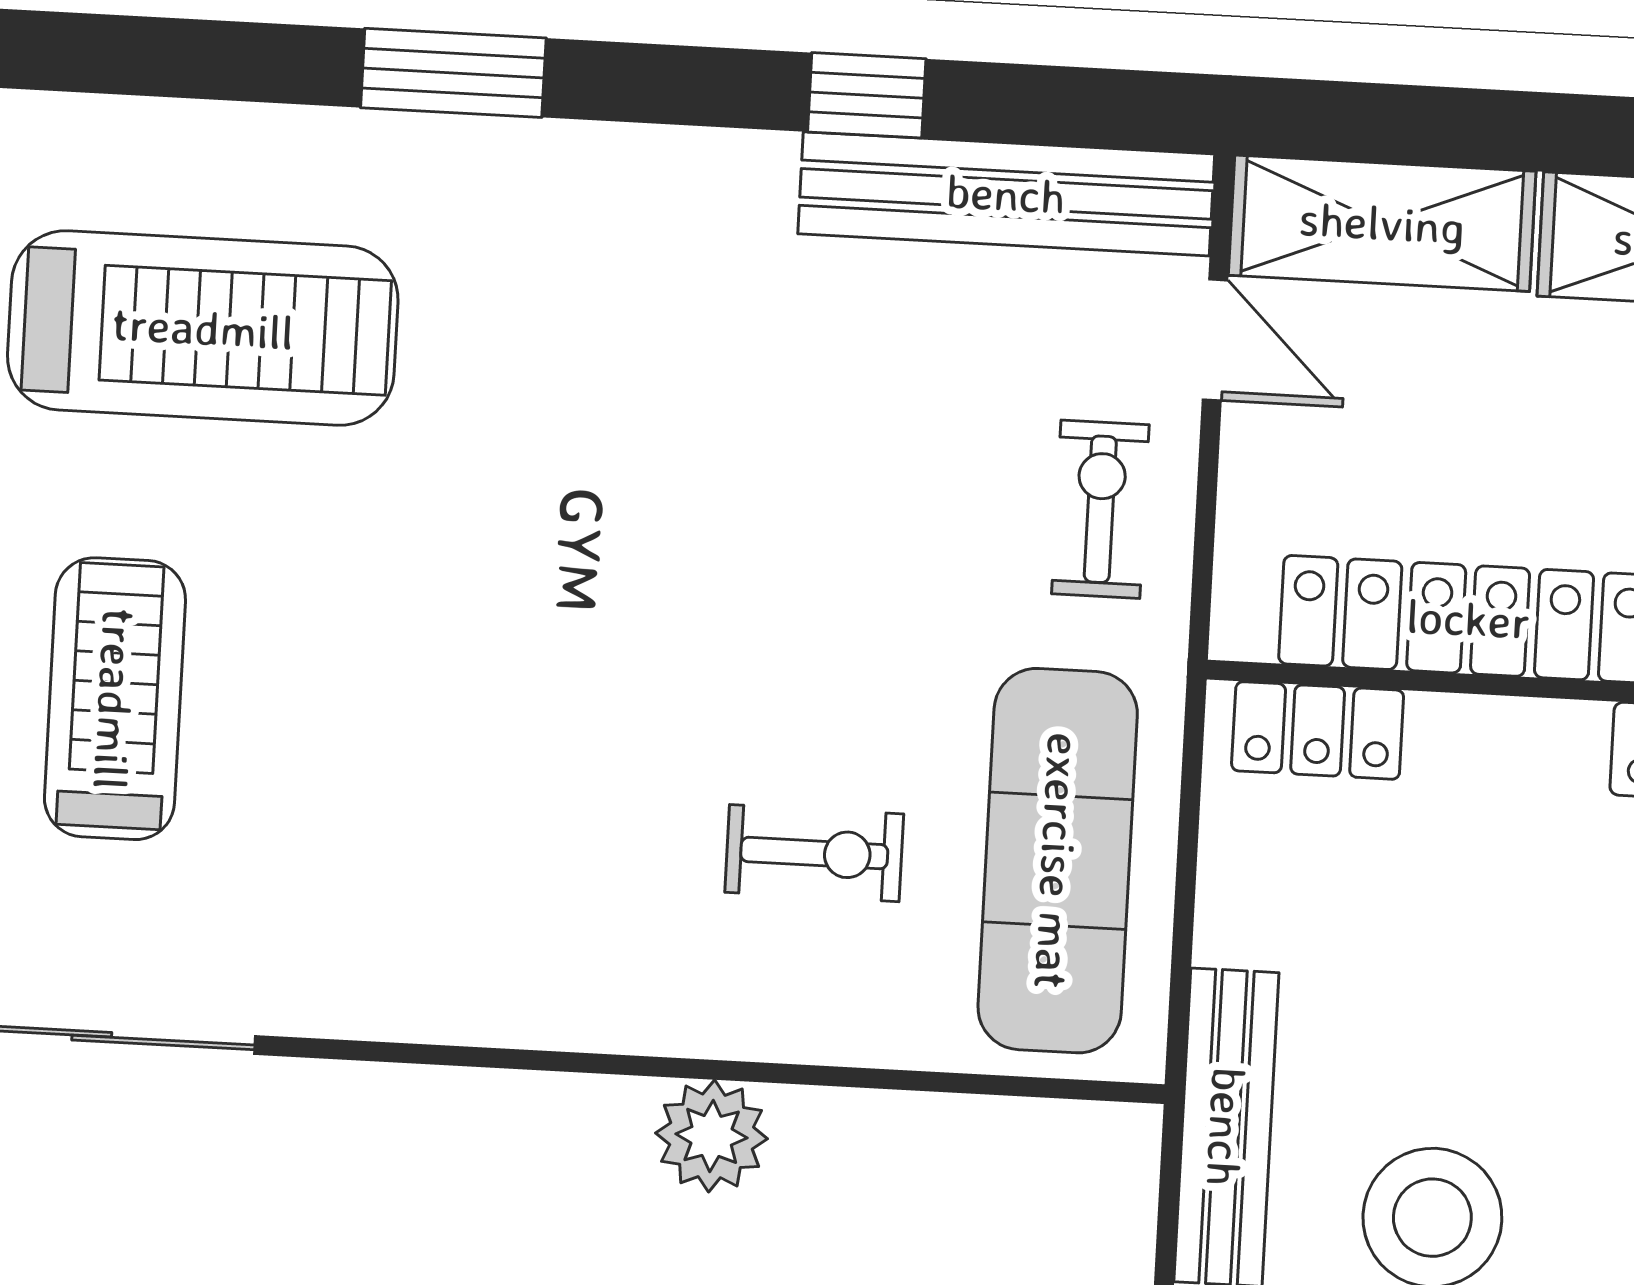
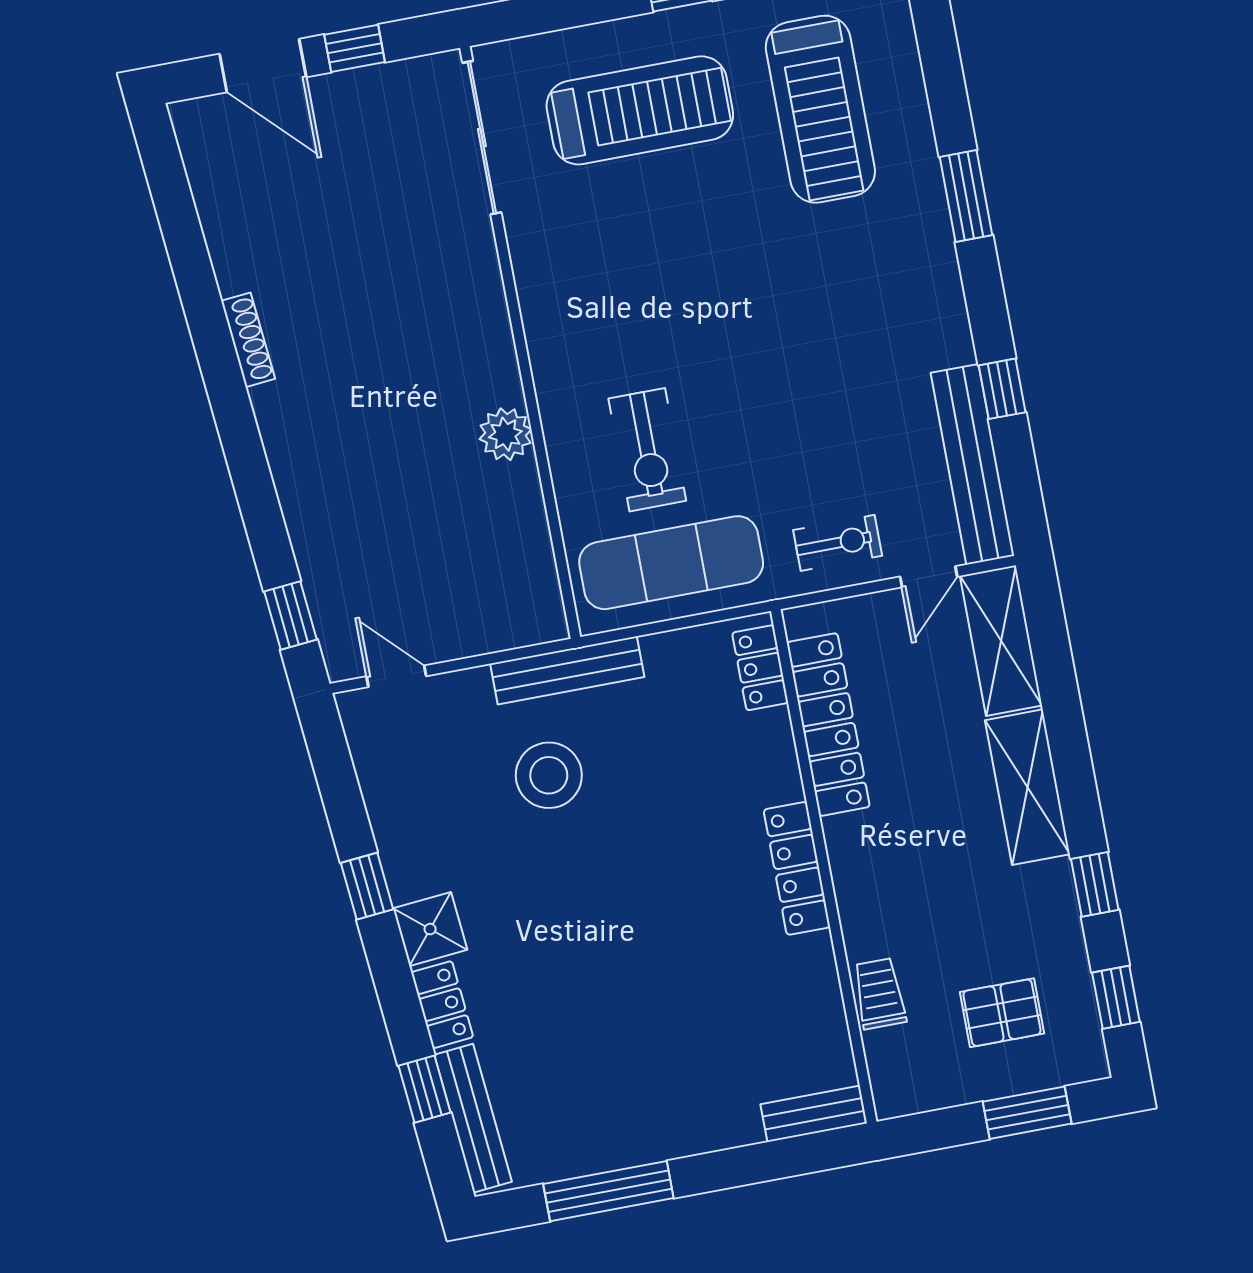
treadmill: (115, 699) -> (640, 110), width x1.37, depth x1.38
exercise bike: (814, 853) -> (647, 450), width x1.38, depth x1.39

